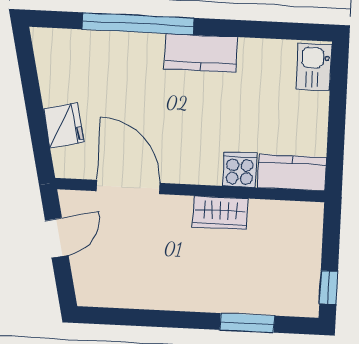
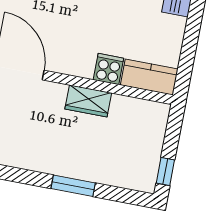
window: (247, 323) -> (73, 186), moved

